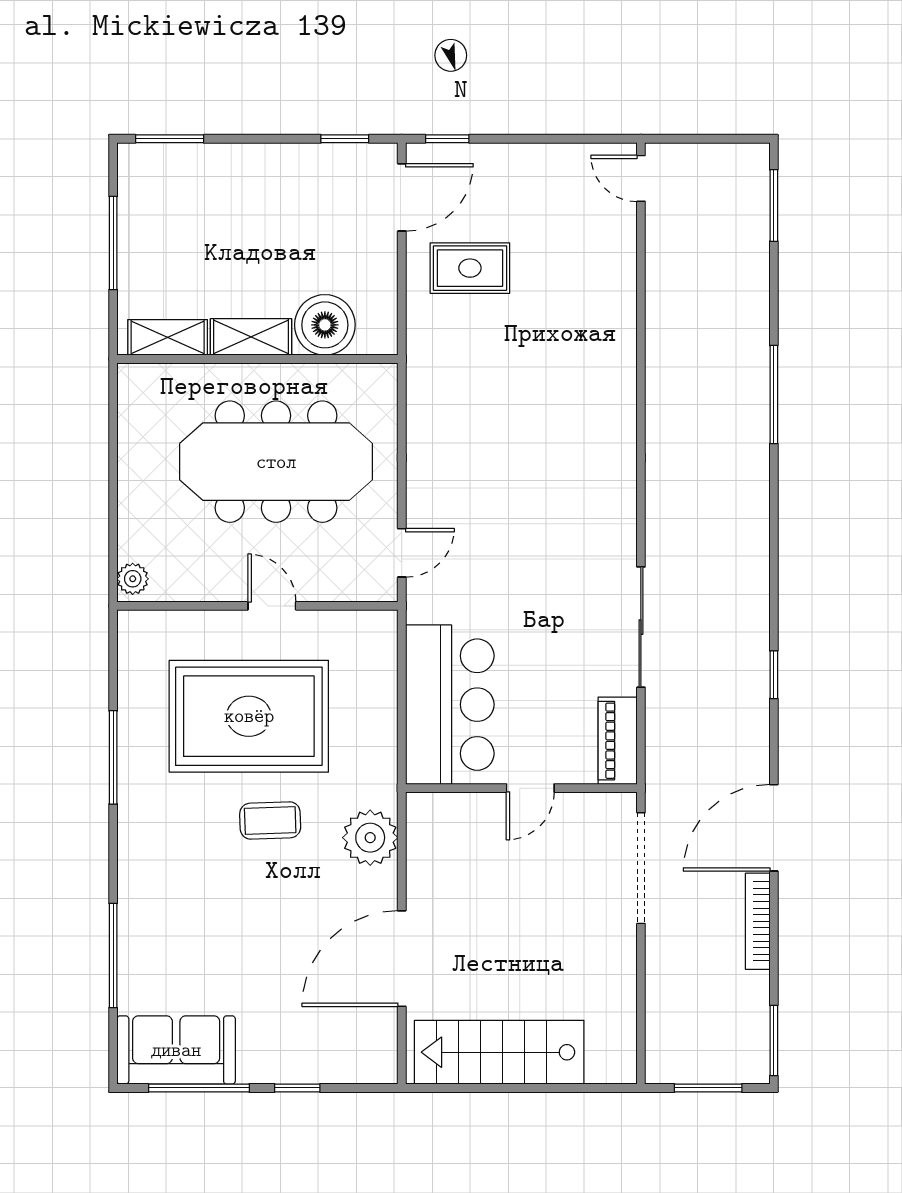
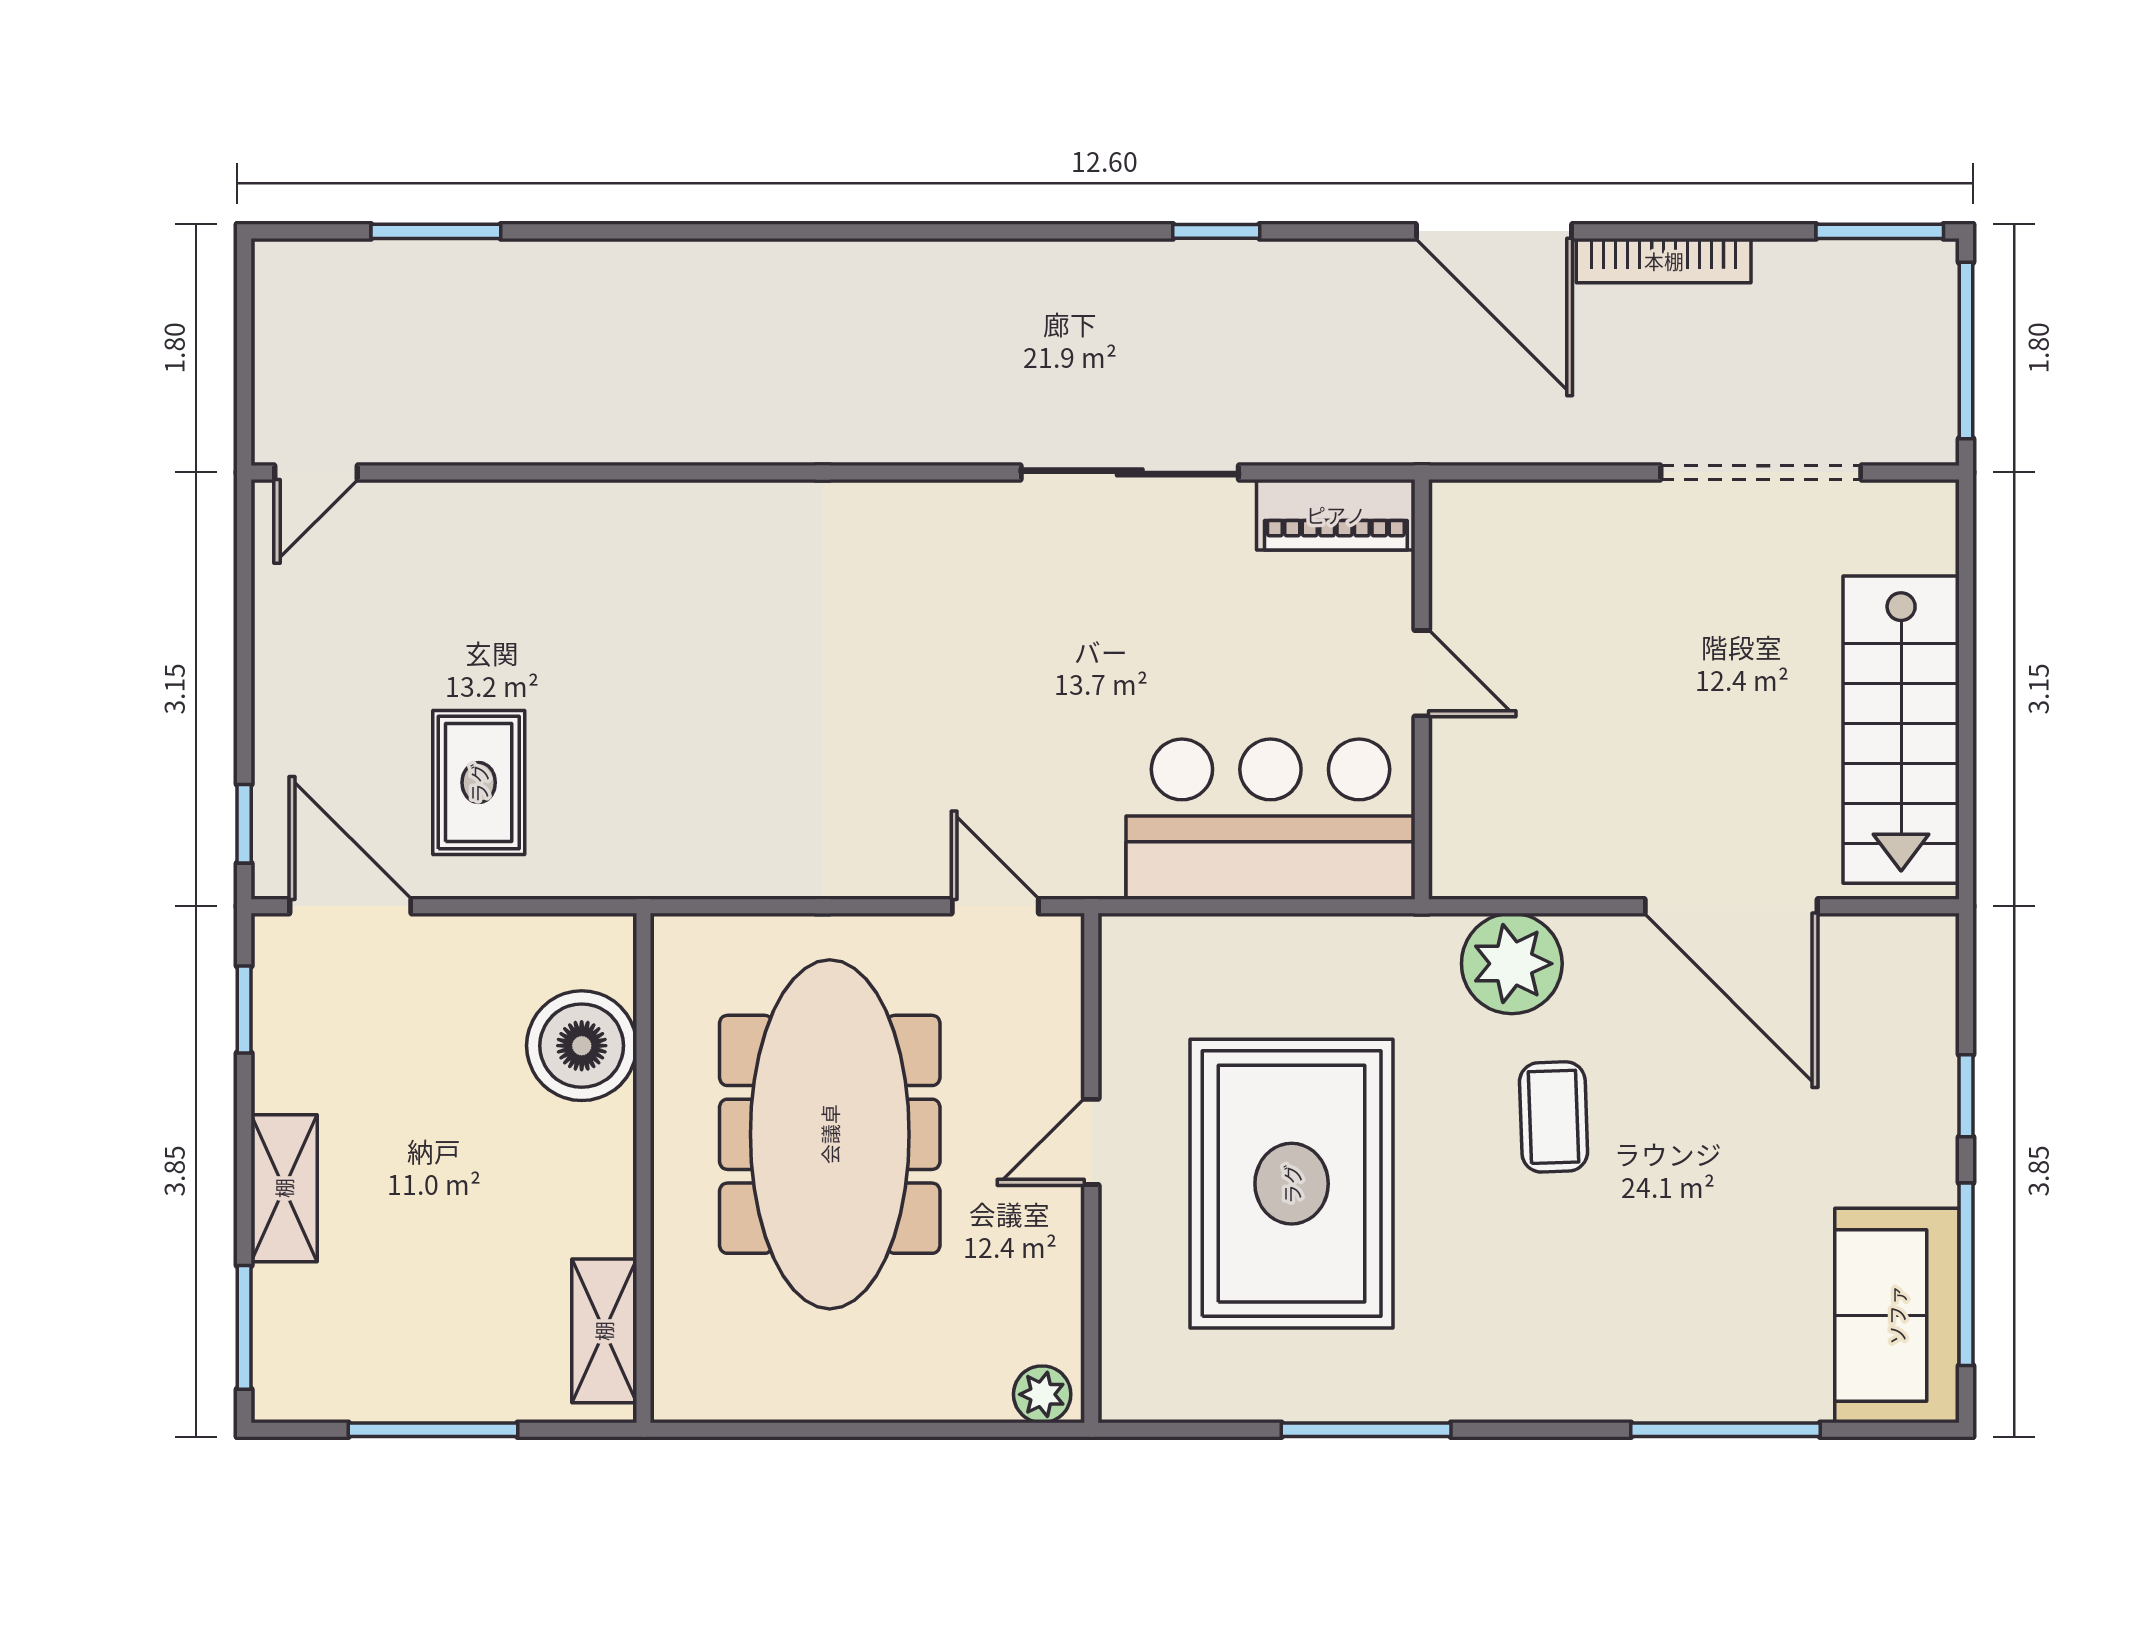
window: (774, 205) -> (436, 231), moved
shelving: (251, 337) -> (284, 1188), moved
window: (774, 395) -> (708, 231), removed
coffee table: (270, 821) -> (1554, 1117), moved
doorway: (641, 868) -> (1761, 472), moved
window: (708, 1088) -> (1966, 351), width x1.44

